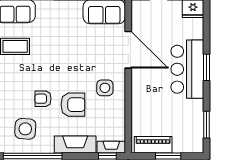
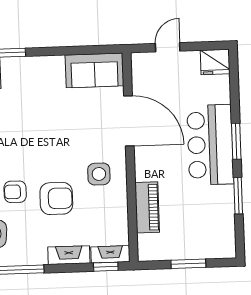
window: (206, 125) -> (238, 196), moved
fireplace: (75, 144) -> (69, 255), width x0.73, depth x0.76
piano: (153, 145) -> (147, 207), moved, turned 90

